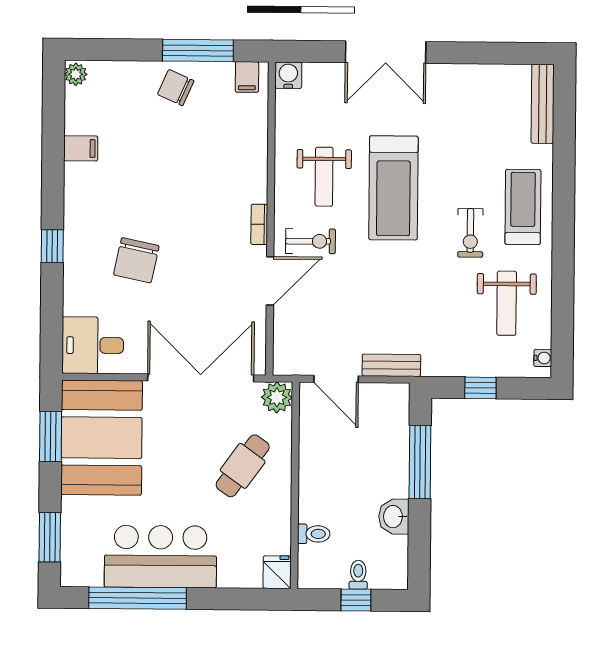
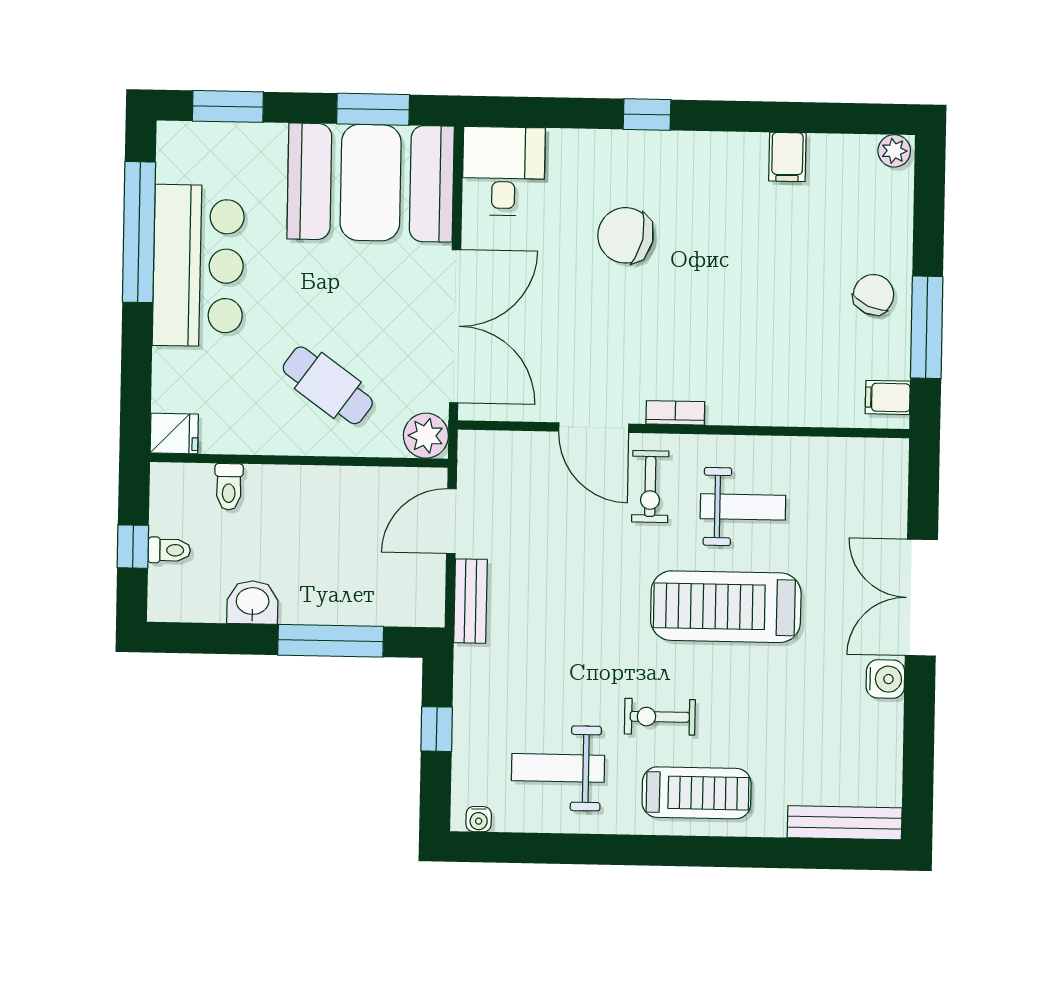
water cooler: (288, 75) -> (885, 679), moved
weight bench: (324, 177) -> (743, 507), turned 180

